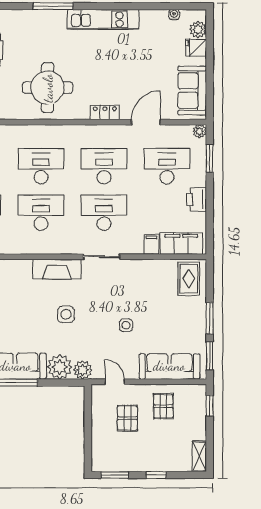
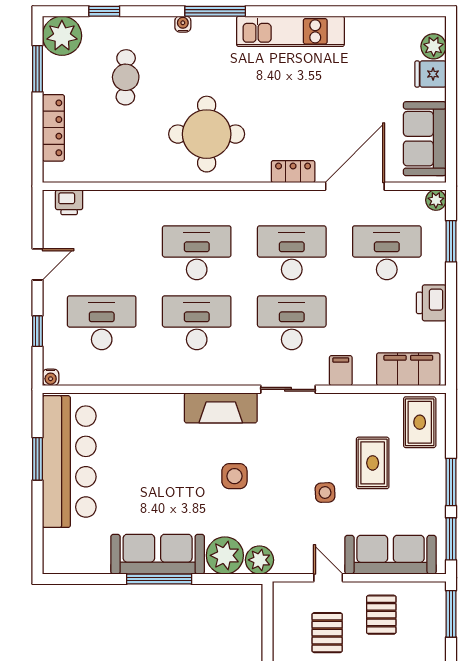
water cooler: (174, 15) -> (183, 24), moved
door: (146, 122) -> (355, 186), width x1.36
filing cabinet: (152, 244) -> (341, 371), moved
rug: (158, 306) -> (373, 463), added
door: (115, 382) -> (328, 578), moved
window: (210, 406) -> (451, 614), width x1.50

